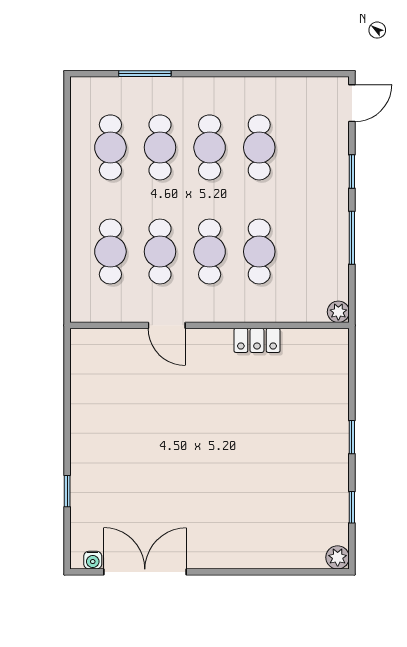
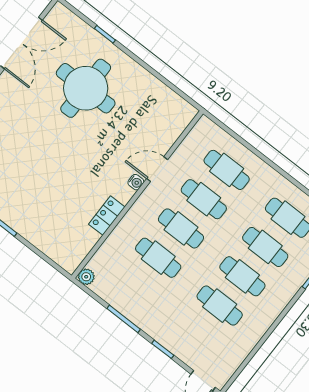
round table: (140, 467) -> (86, 88), added
water cooler: (93, 560) -> (136, 182), moved, turned 180

